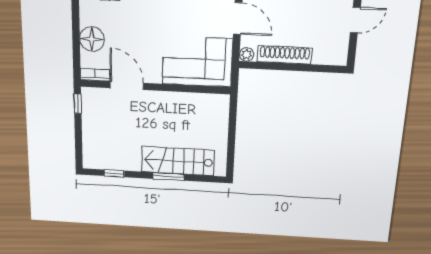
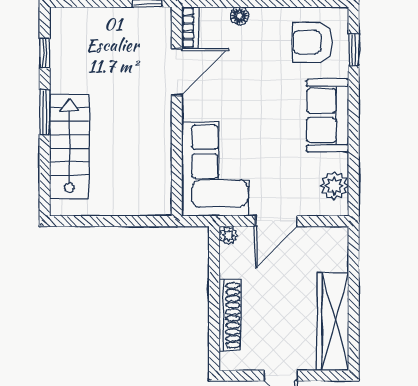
floor lamp: (92, 39) -> (239, 16), width x0.53, depth x0.53
shoe rack: (285, 55) -> (230, 315), moved
window: (169, 177) -> (45, 112), moved

